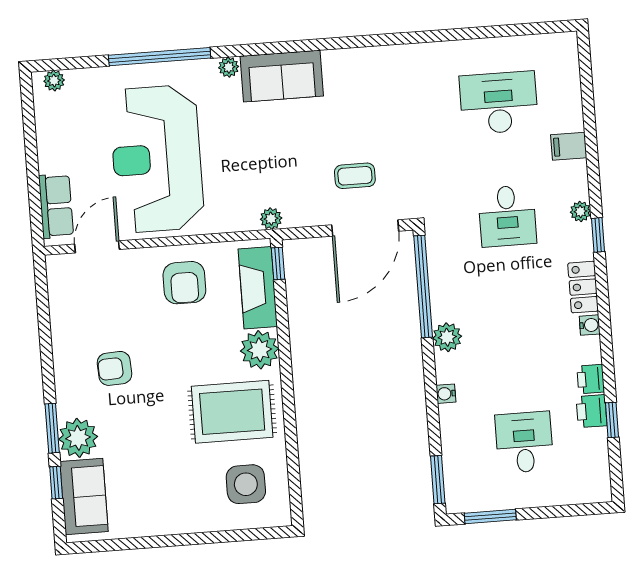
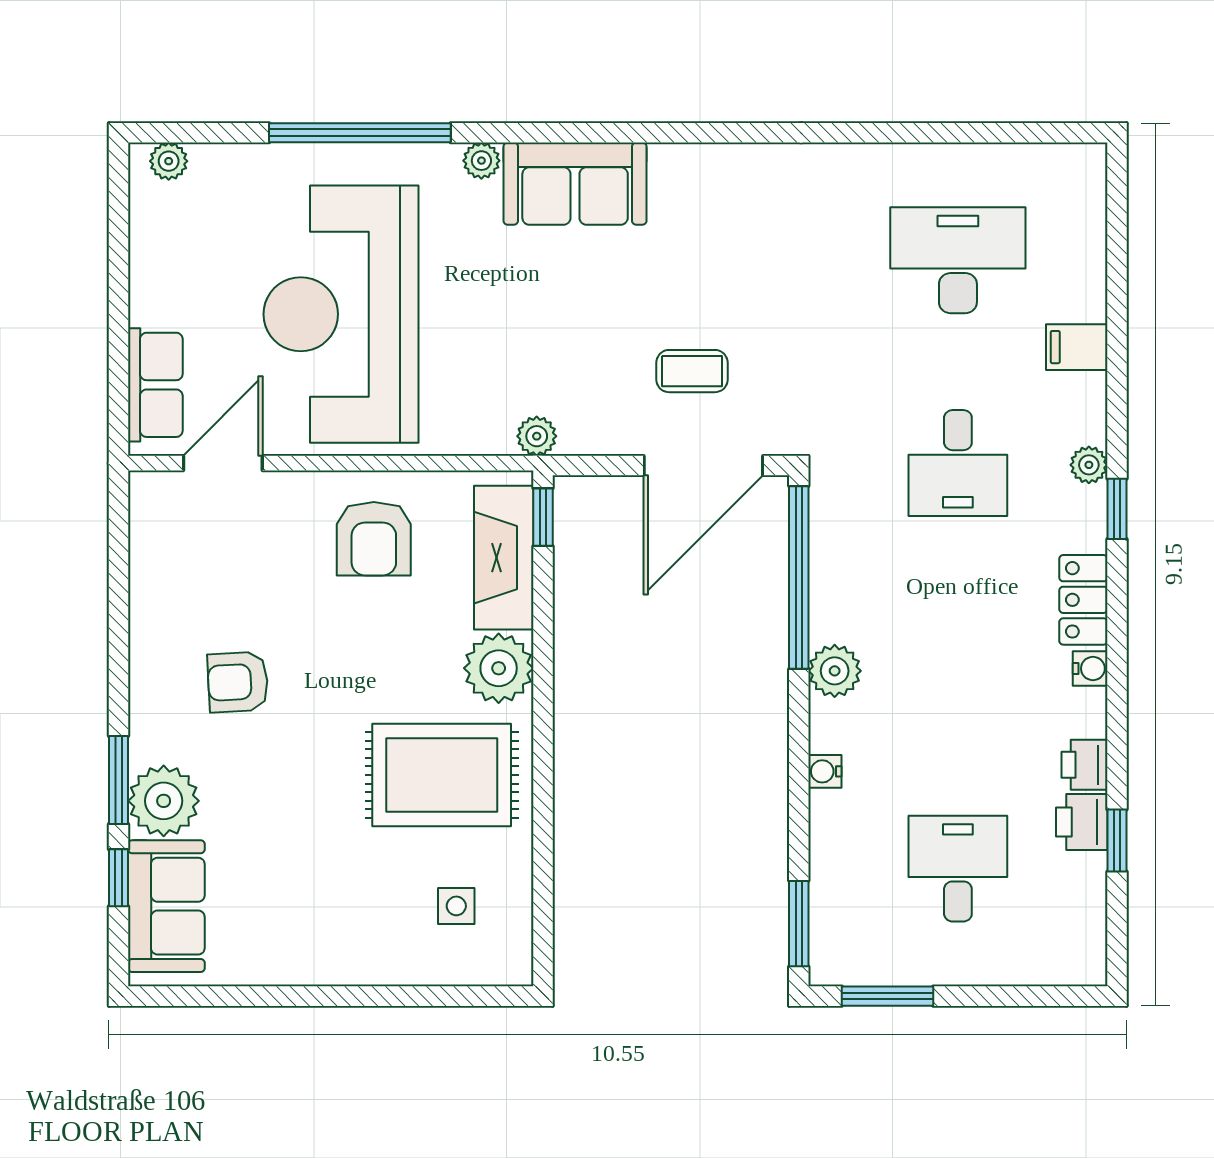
side table: (246, 484) -> (456, 906), width x0.54, depth x0.54

